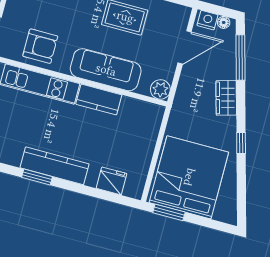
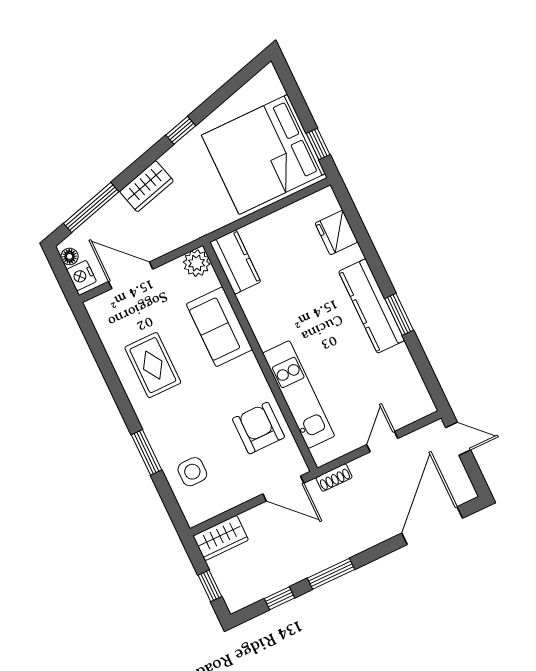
sofa: (106, 70) -> (219, 327), width x0.73
kitchen counter: (99, 100) -> (235, 262), moved
window: (169, 212) -> (318, 144), width x0.67

